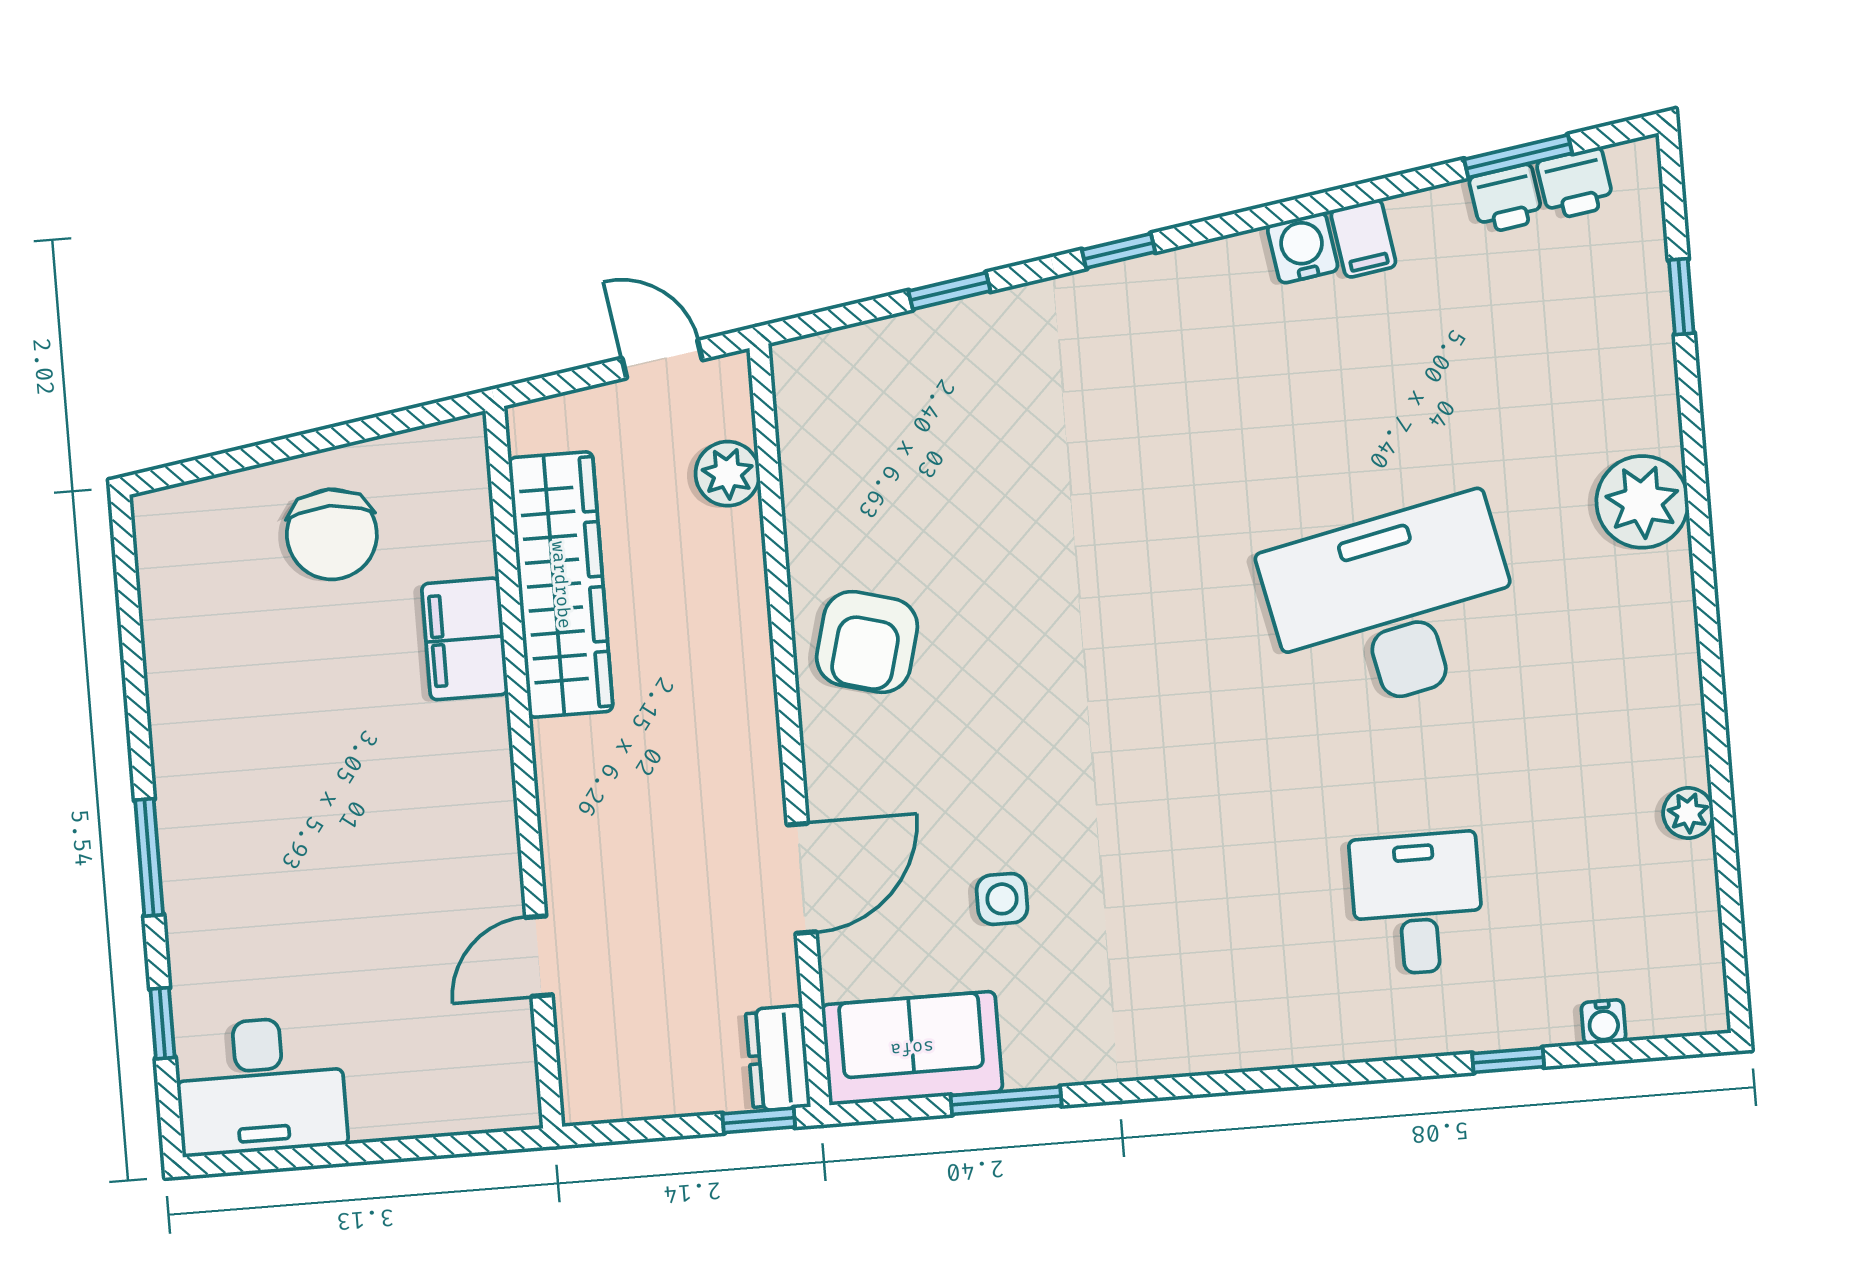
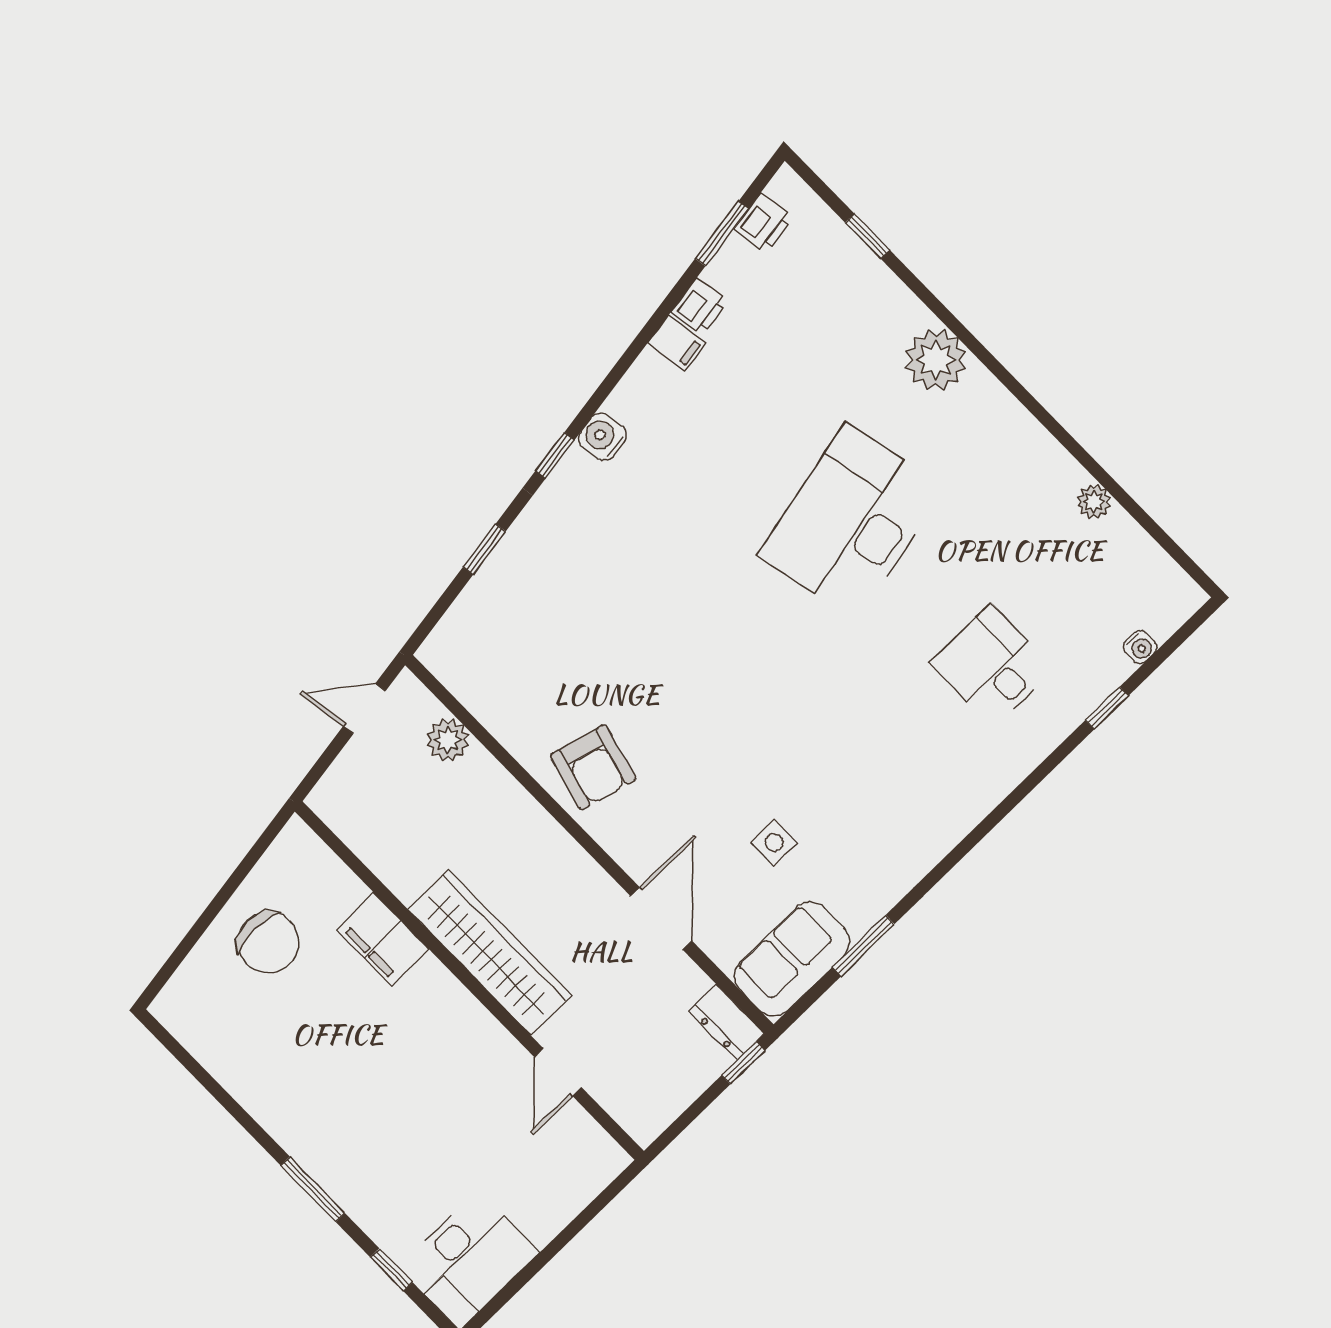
printer: (1506, 199) -> (700, 307), moved
water cooler: (1303, 248) -> (602, 437), moved
wardrobe: (561, 585) -> (490, 952), moved

